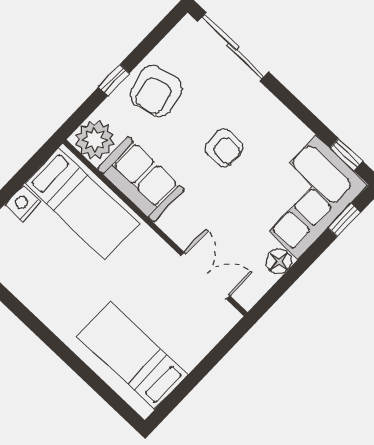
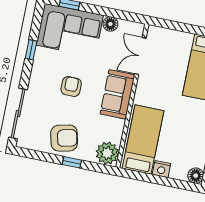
window: (346, 154) -> (31, 50), moved
sofa: (141, 179) -> (118, 94), moved

